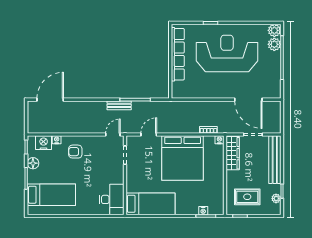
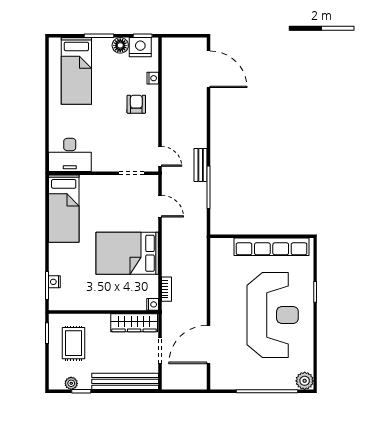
plant: (274, 44) -> (285, 381), removed
nightstand: (44, 143) -> (140, 47), moved, turned -90
bed: (183, 158) -> (127, 253), width x0.73

